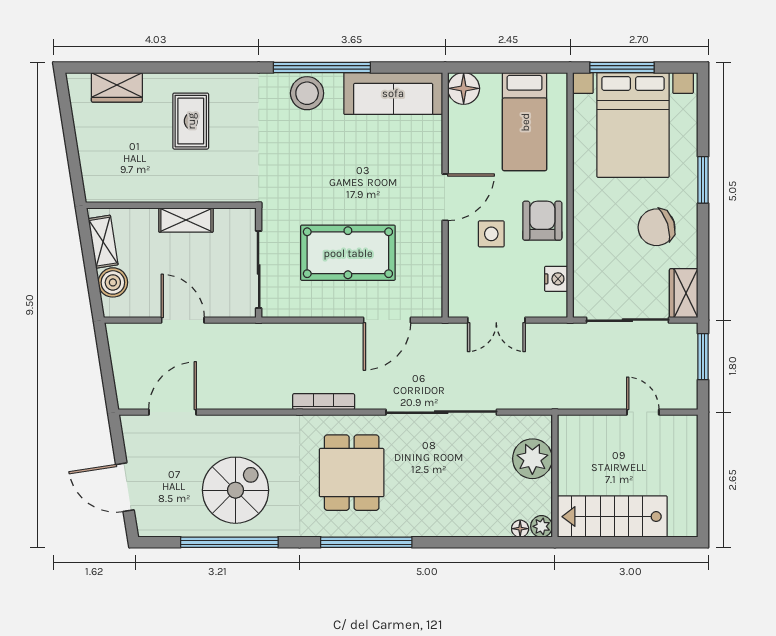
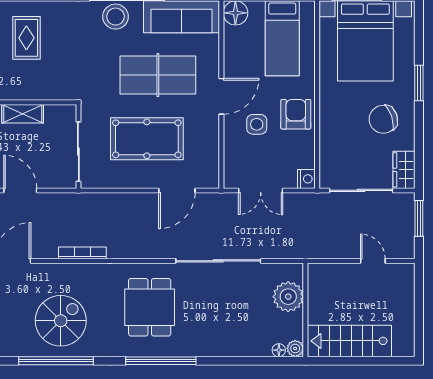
table tennis table: (362, 170) -> (158, 75), added
nightstand: (556, 279) -> (306, 179), moved
bookcase: (324, 402) -> (82, 253), moved

